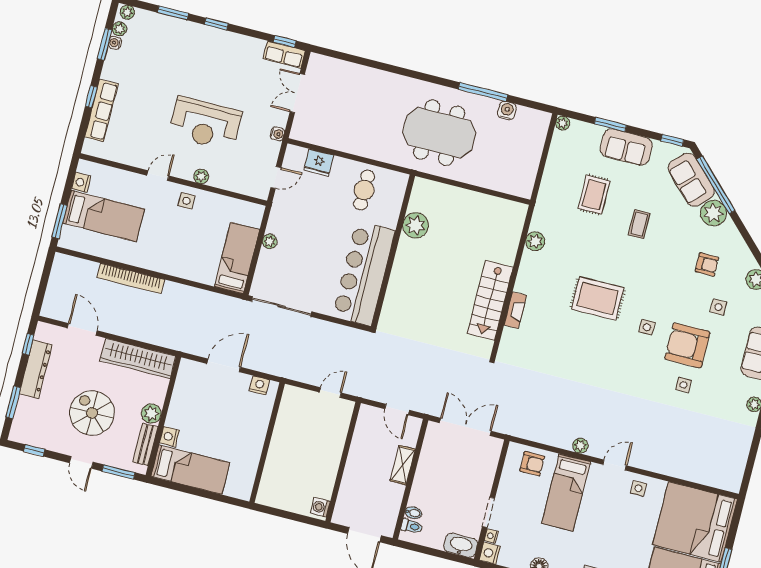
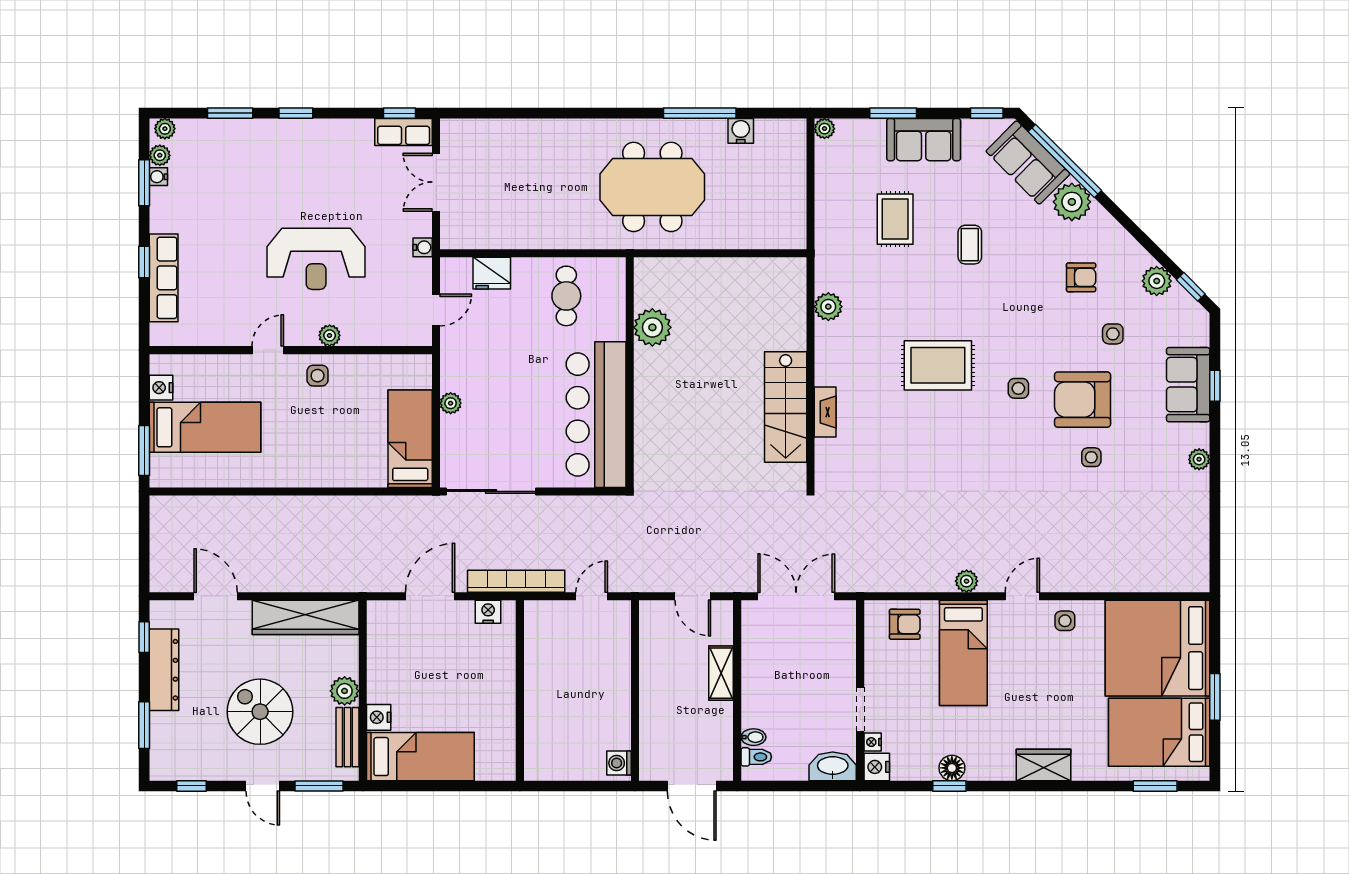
bookcase: (131, 279) -> (516, 581), moved, turned 180

